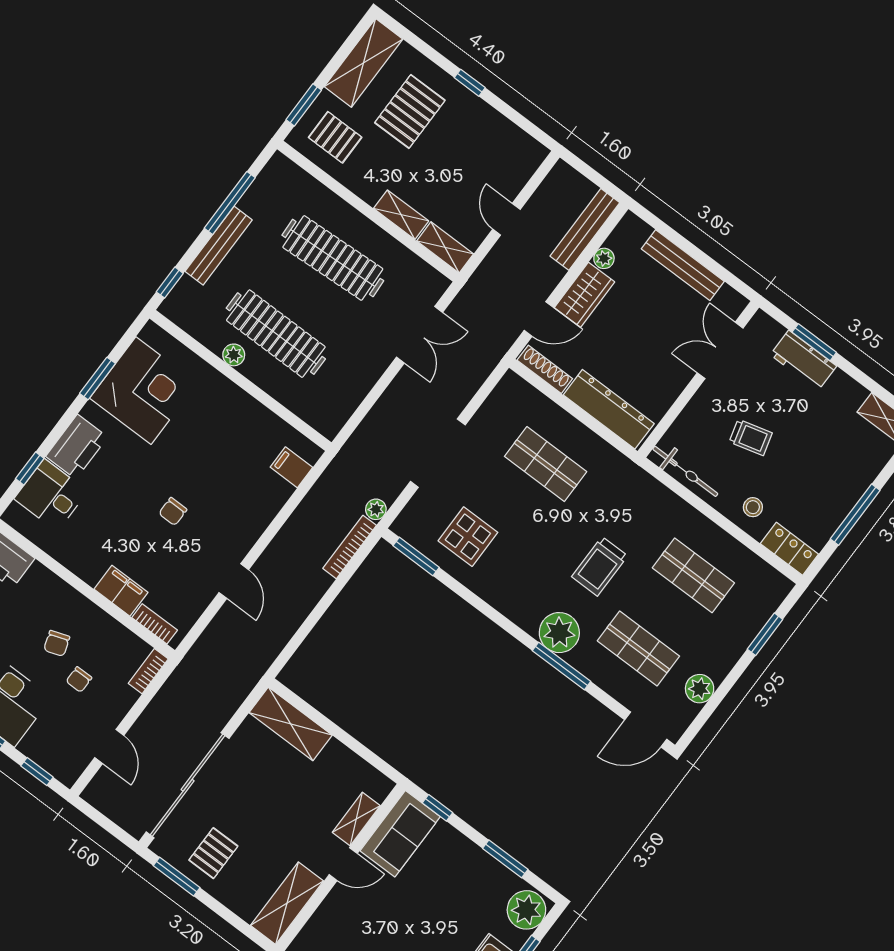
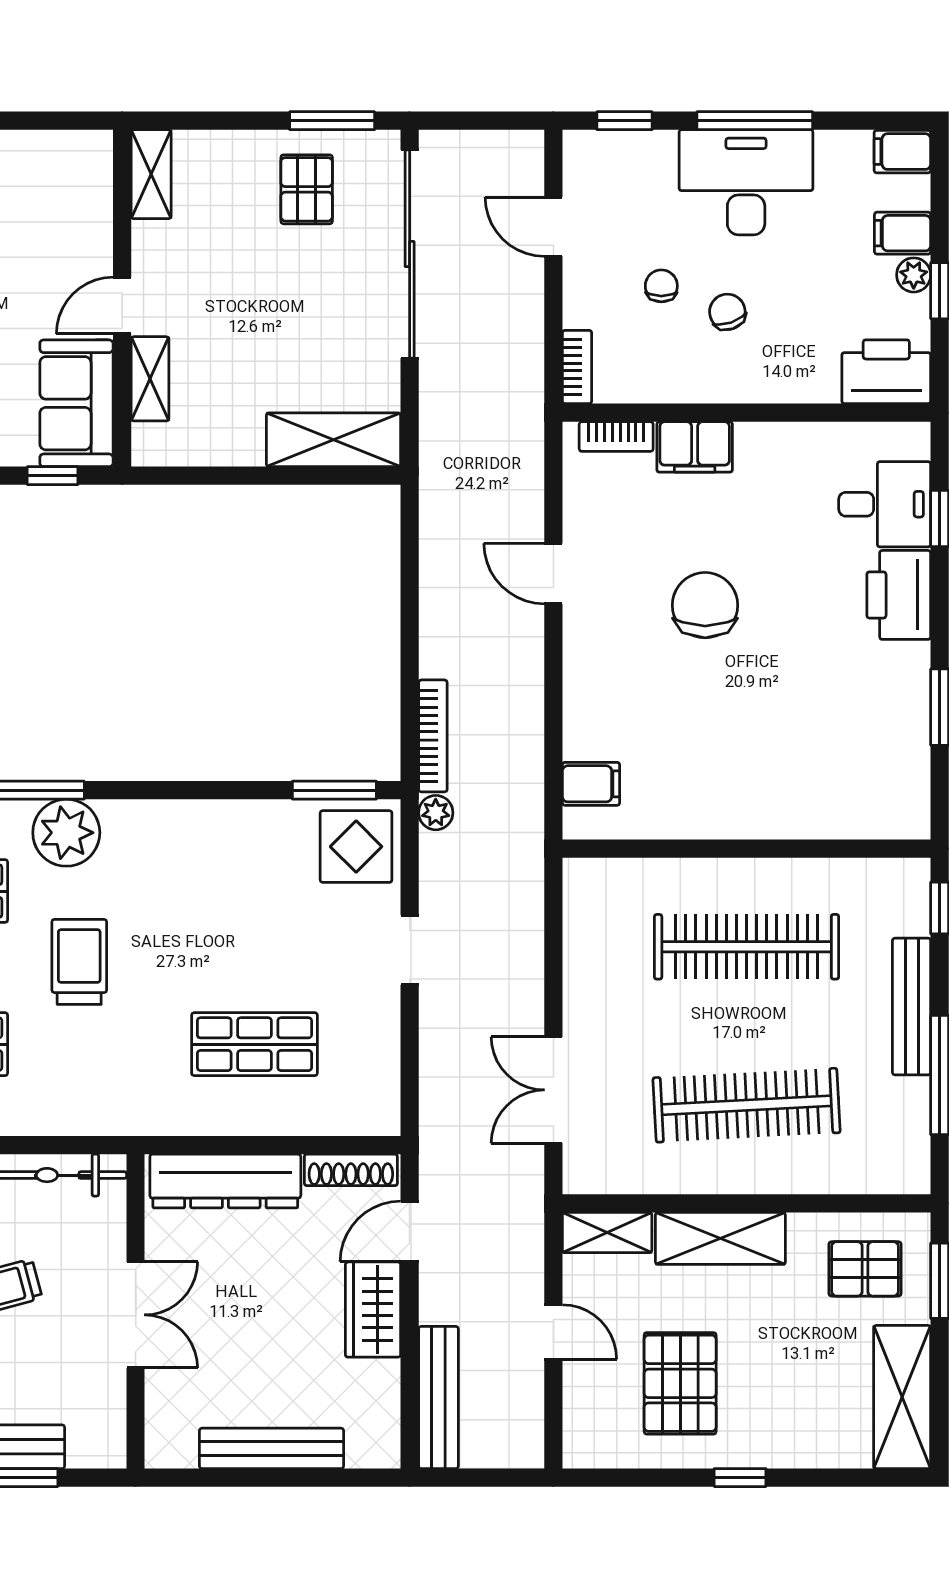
pallet: (410, 111) -> (680, 1383), moved
shelving: (401, 215) -> (720, 1238), width x1.50, depth x1.33
plant: (604, 258) -> (384, 1378), removed
double door: (720, 350) -> (136, 1315), moved
plant: (234, 355) -> (781, 876), removed
corner desk: (143, 391) -> (866, 737), removed
doorway: (438, 453) -> (410, 950), width x0.53
chair: (173, 511) -> (705, 605), width x1.87, depth x1.87
display table: (468, 537) -> (356, 847), moved
shelving: (287, 903) -> (151, 174), width x0.67, depth x0.75

